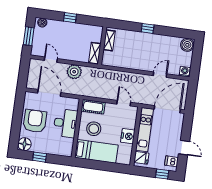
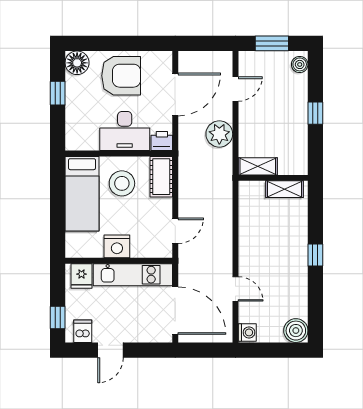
printer: (74, 104) -> (162, 141), added

